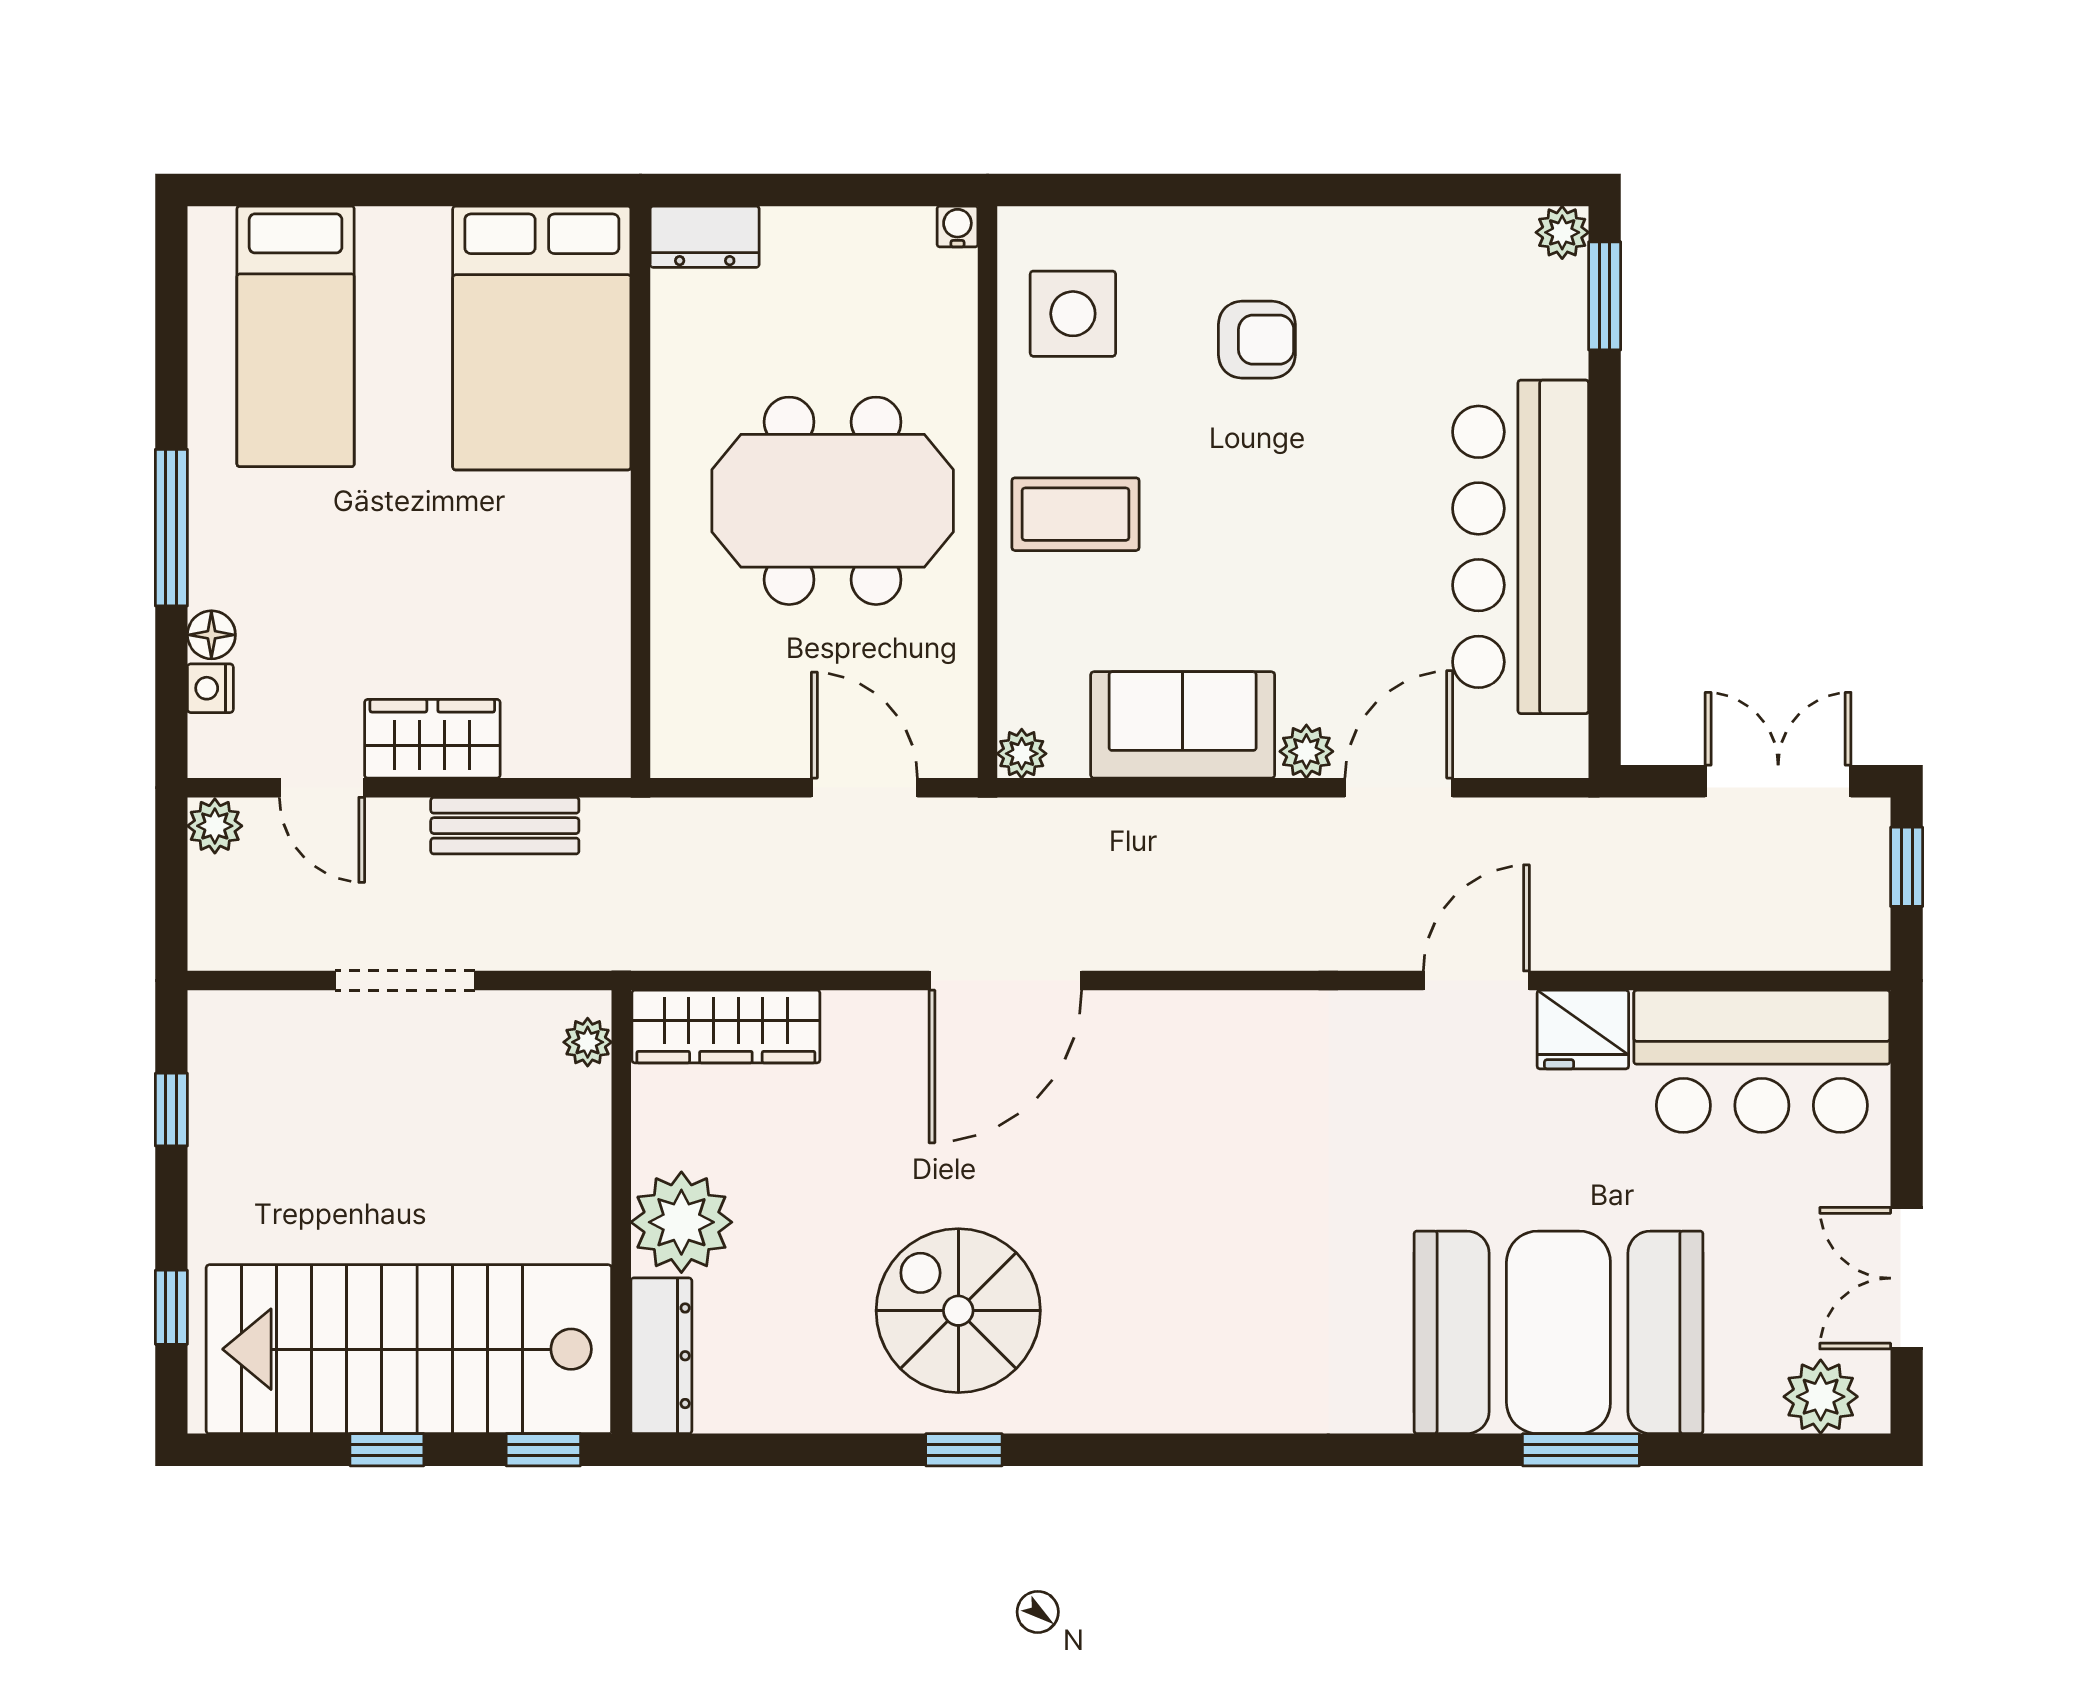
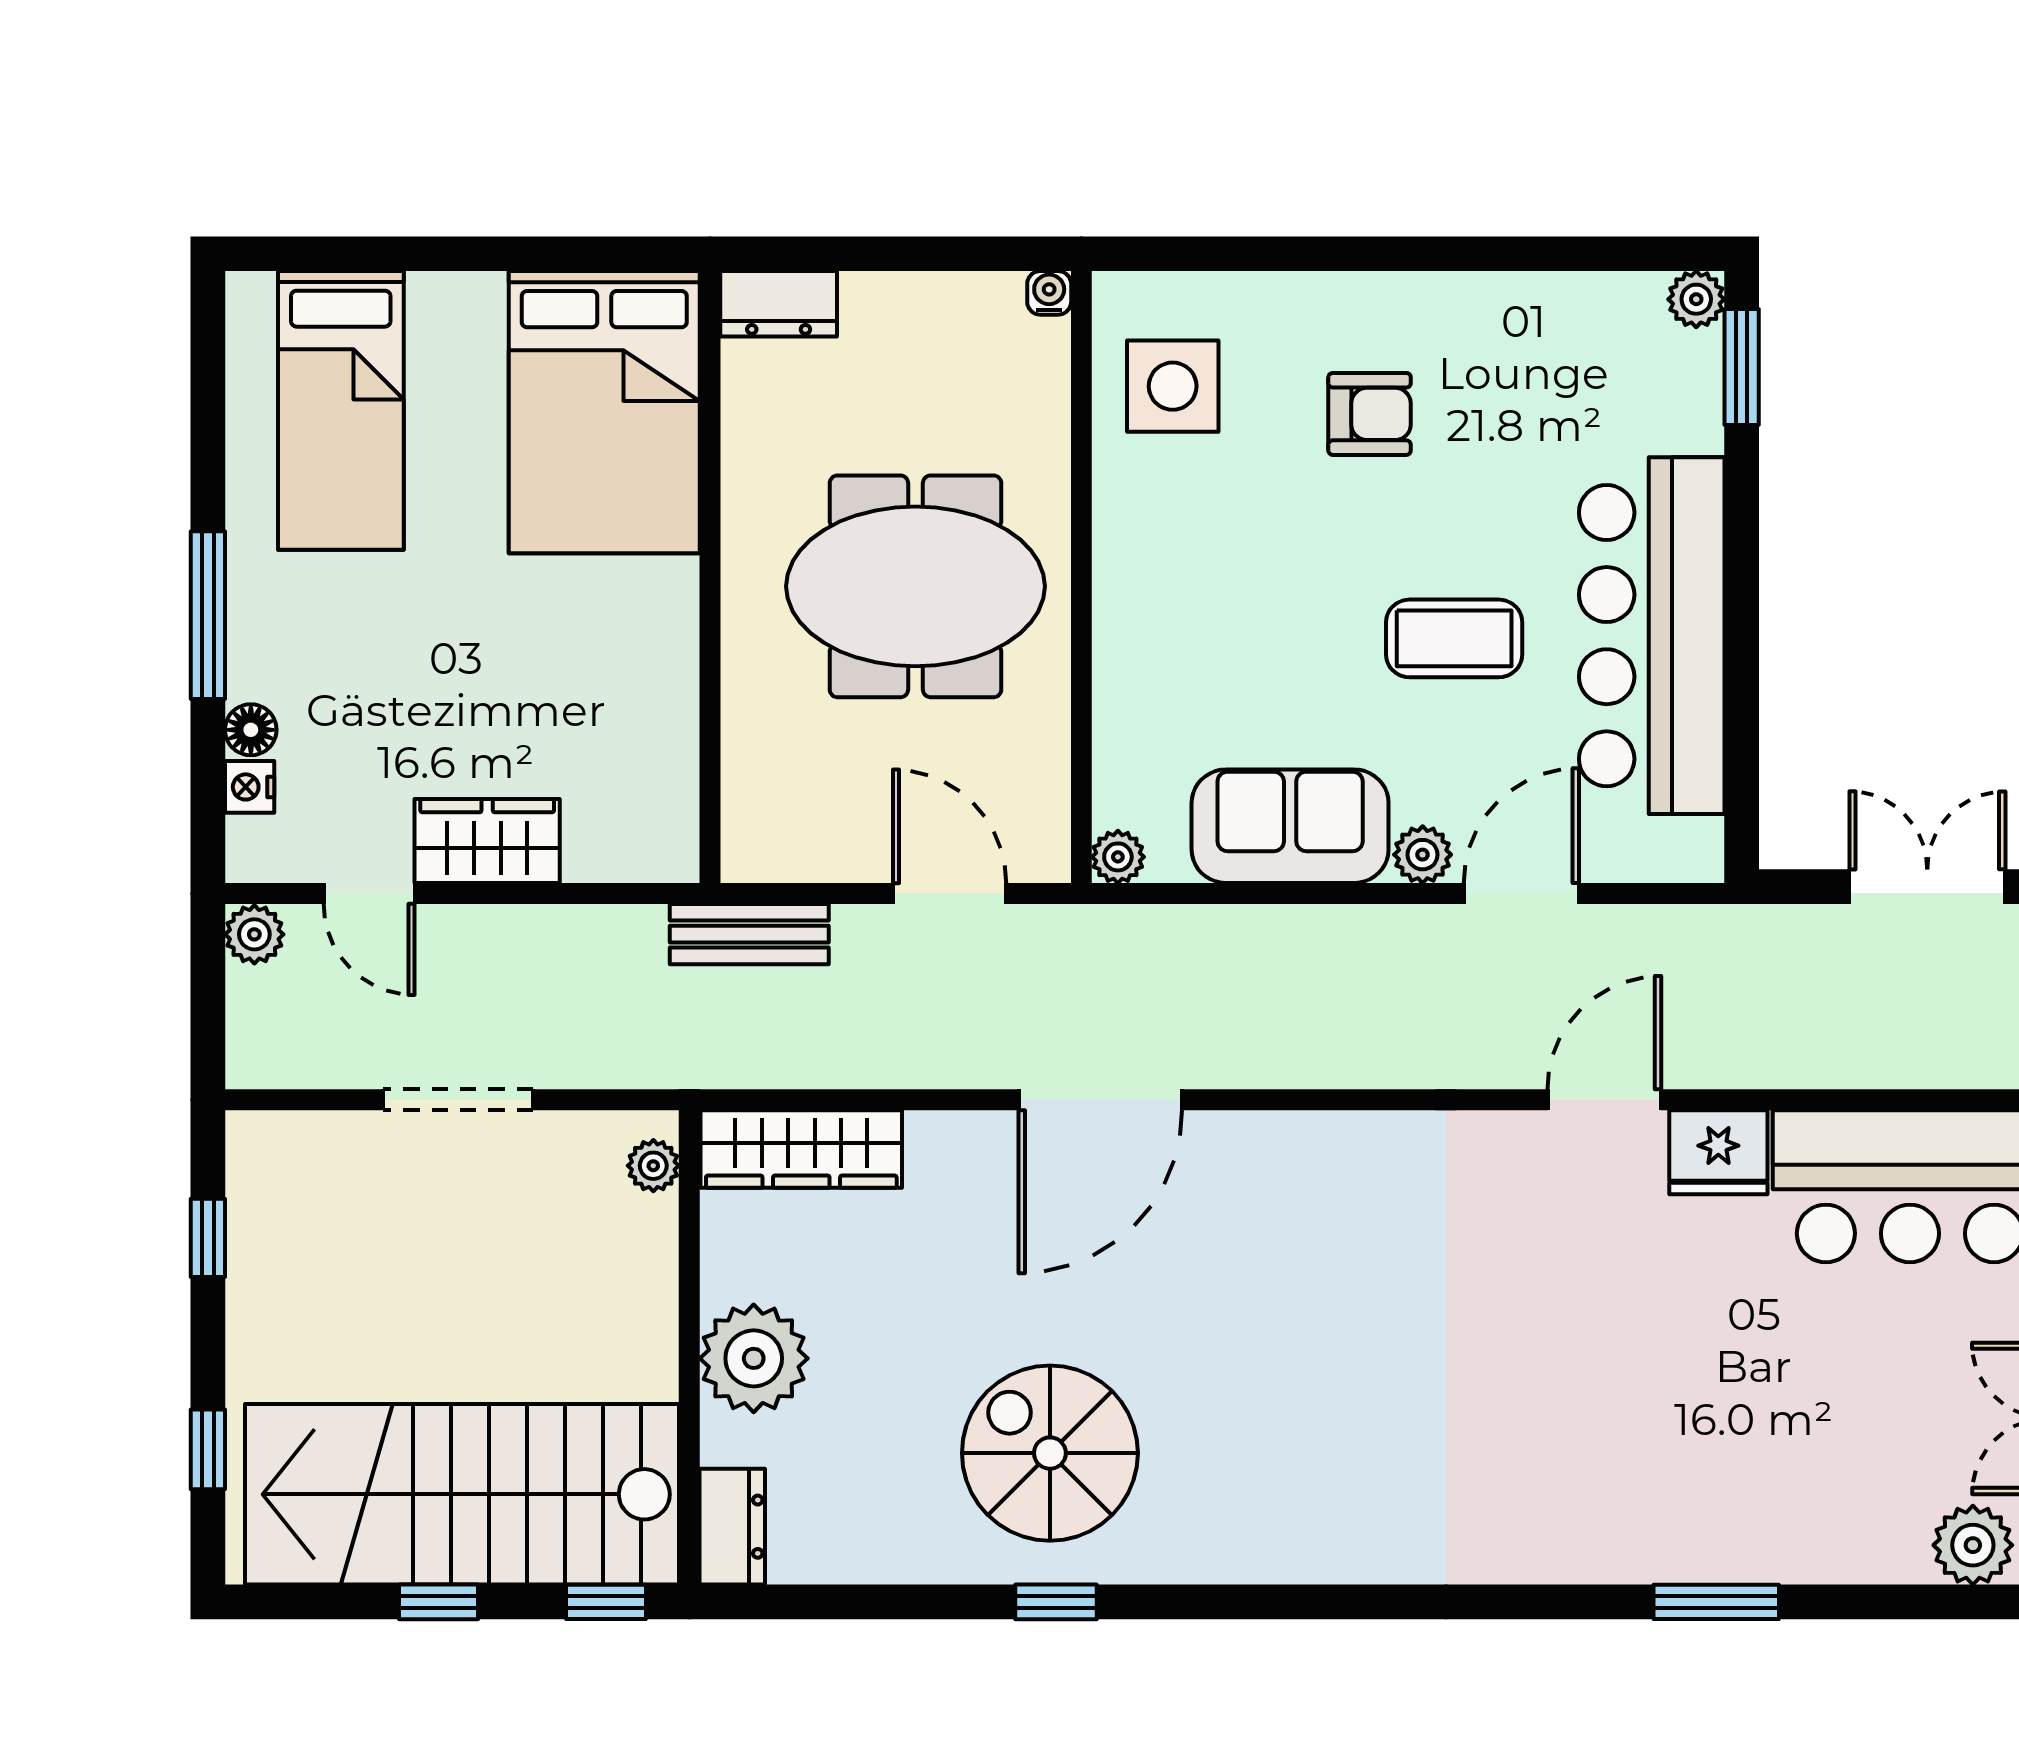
coffee table: (1076, 514) -> (1454, 638), moved
bench: (505, 826) -> (749, 934), moved
booth: (1558, 1332) -> (1692, 1476), removed
dresser: (661, 1356) -> (732, 1527), width x0.70

